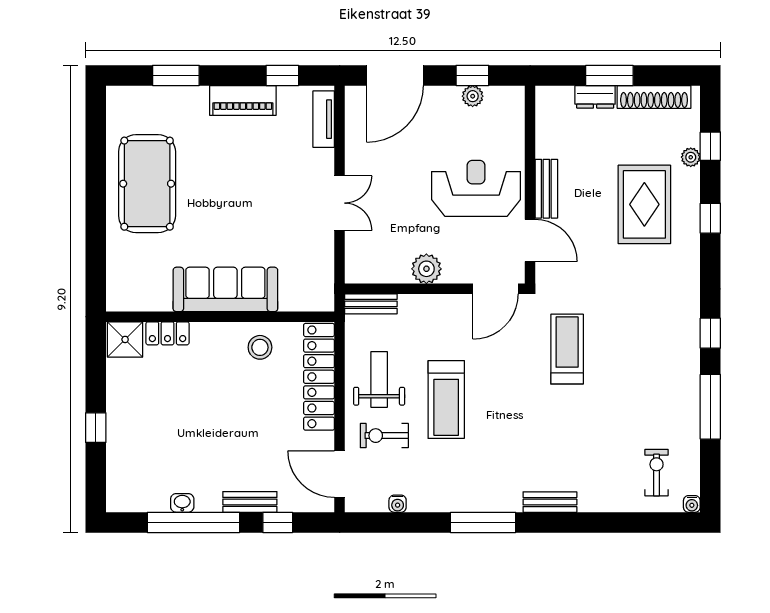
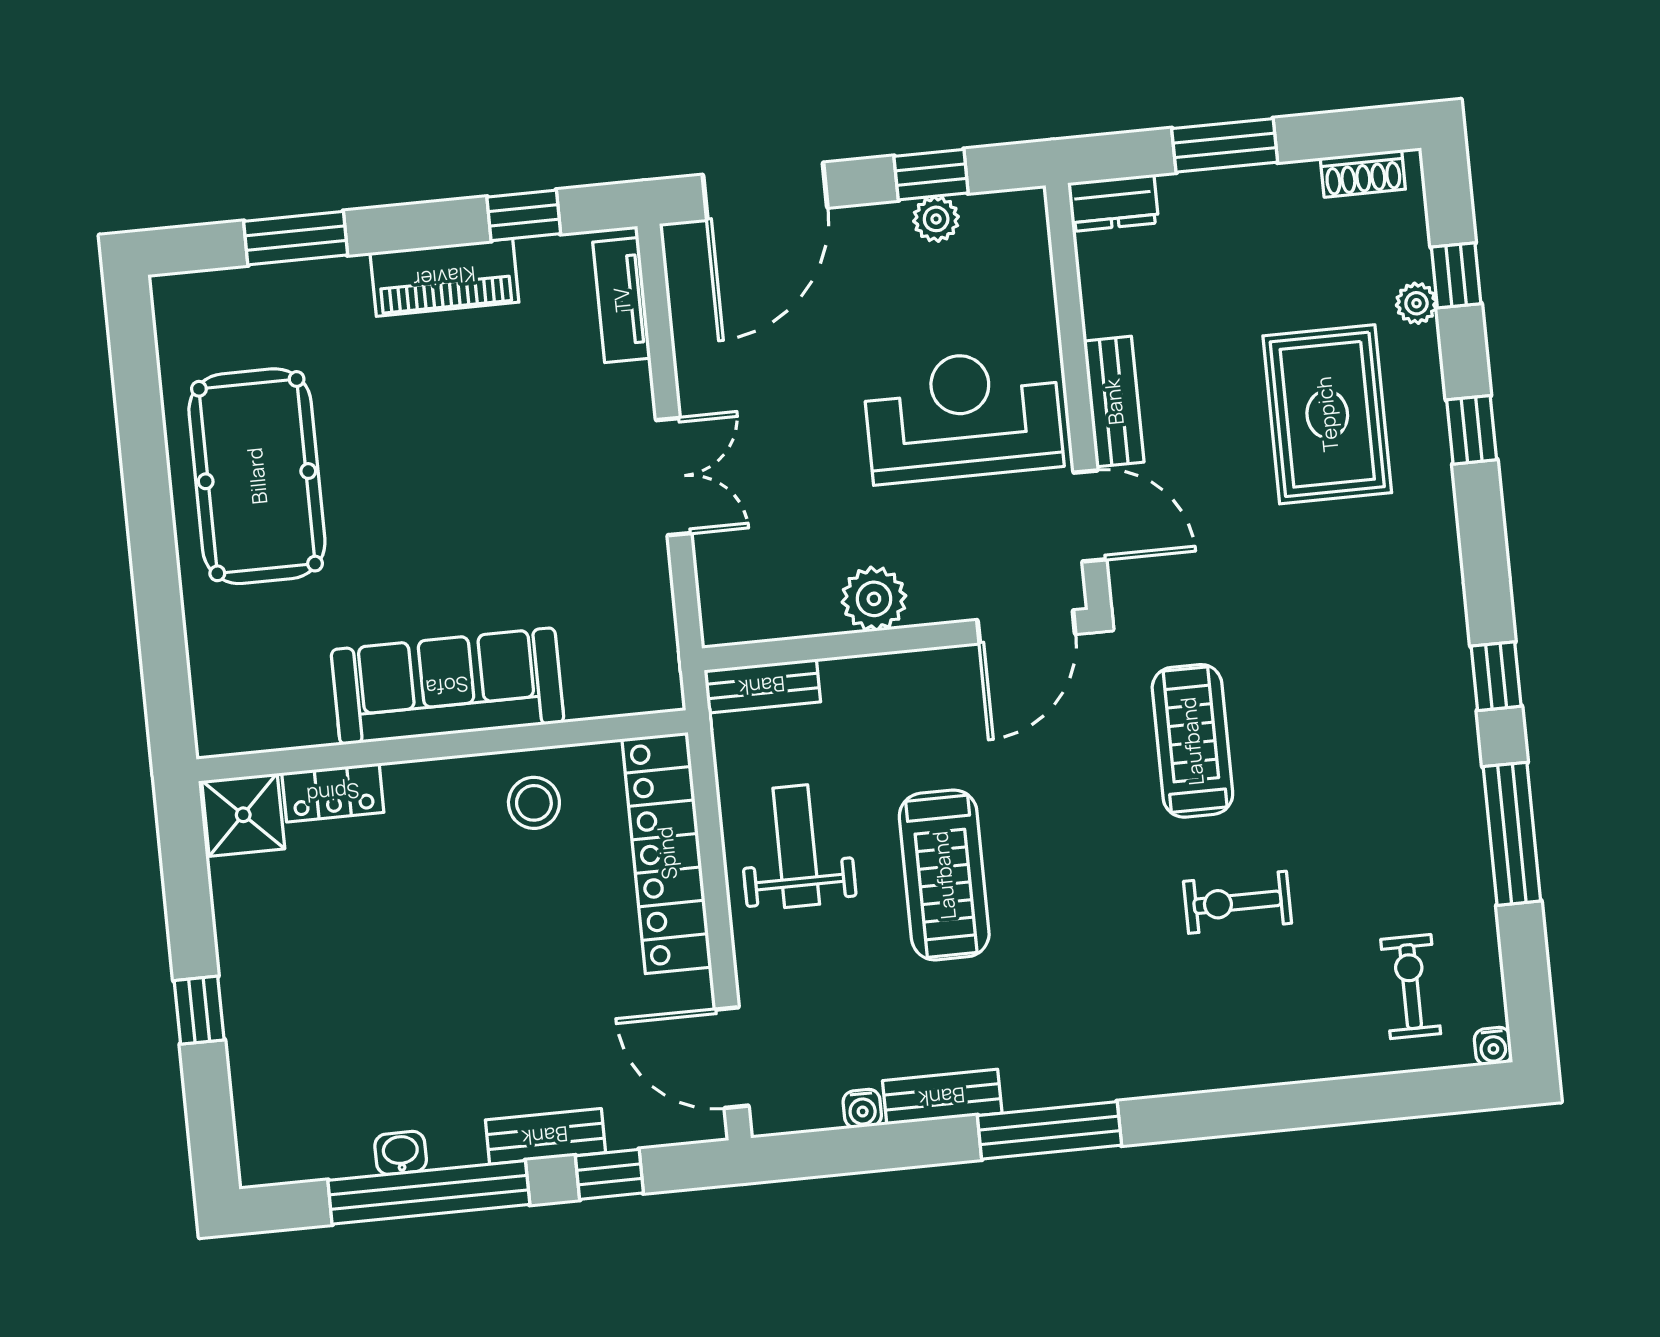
dresser: (595, 97) -> (1113, 203), moved
shoe rack: (654, 97) -> (1363, 174), width x0.51, depth x0.81
exercise bike: (384, 436) -> (1237, 902), moved
bench: (550, 502) -> (942, 1097), moved

